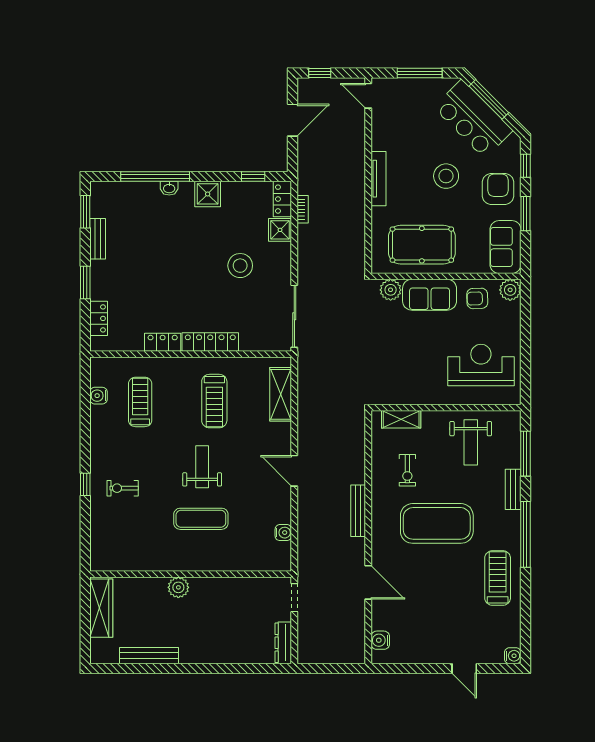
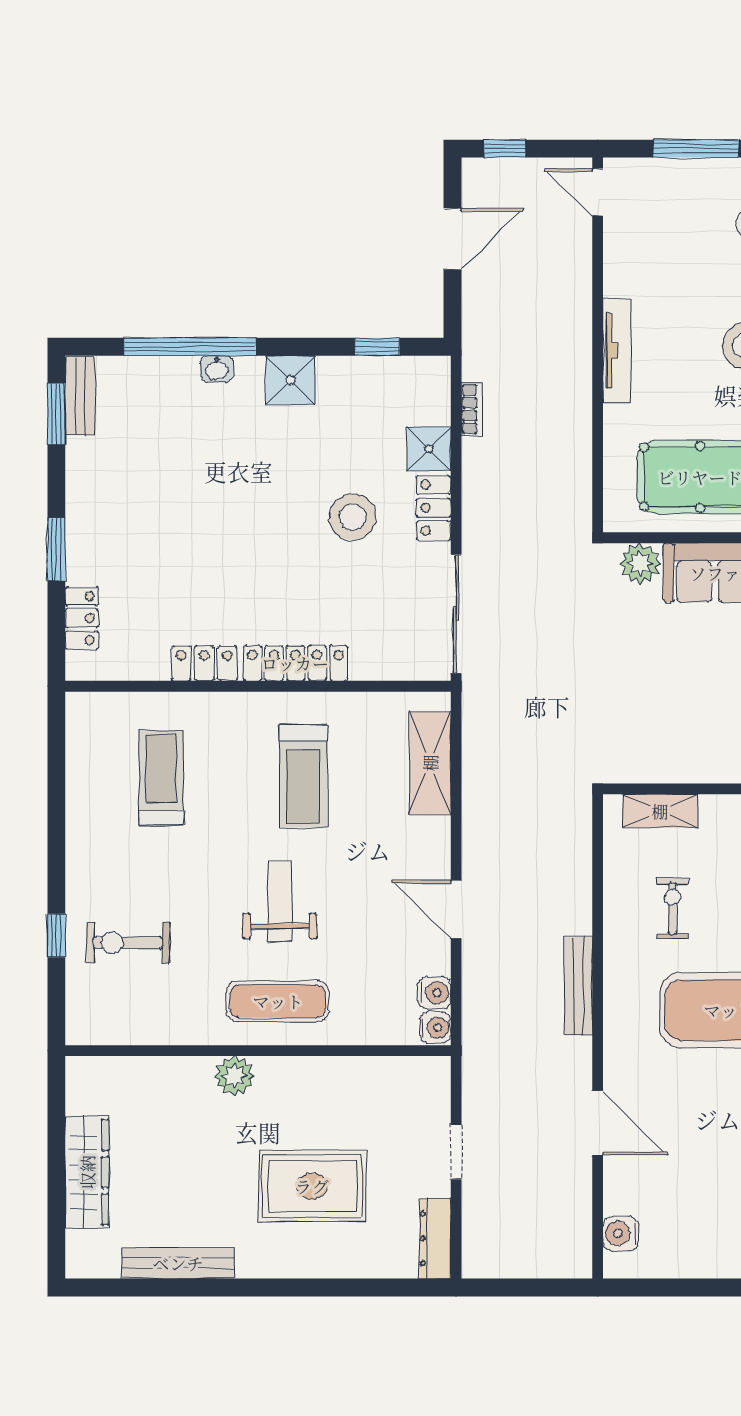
locker: (282, 199) -> (433, 508), moved
bench: (98, 239) -> (80, 396), moved
water cooler: (98, 396) -> (434, 993), moved, turned 180
exercise bike: (407, 470) -> (672, 908), turned 180
exercise bike: (123, 488) -> (128, 943), width x1.38, depth x1.39
wall: (191, 574) -> (258, 1051), moved
plant: (178, 587) -> (234, 1076), moved
rug: (219, 615) -> (312, 1186), added

